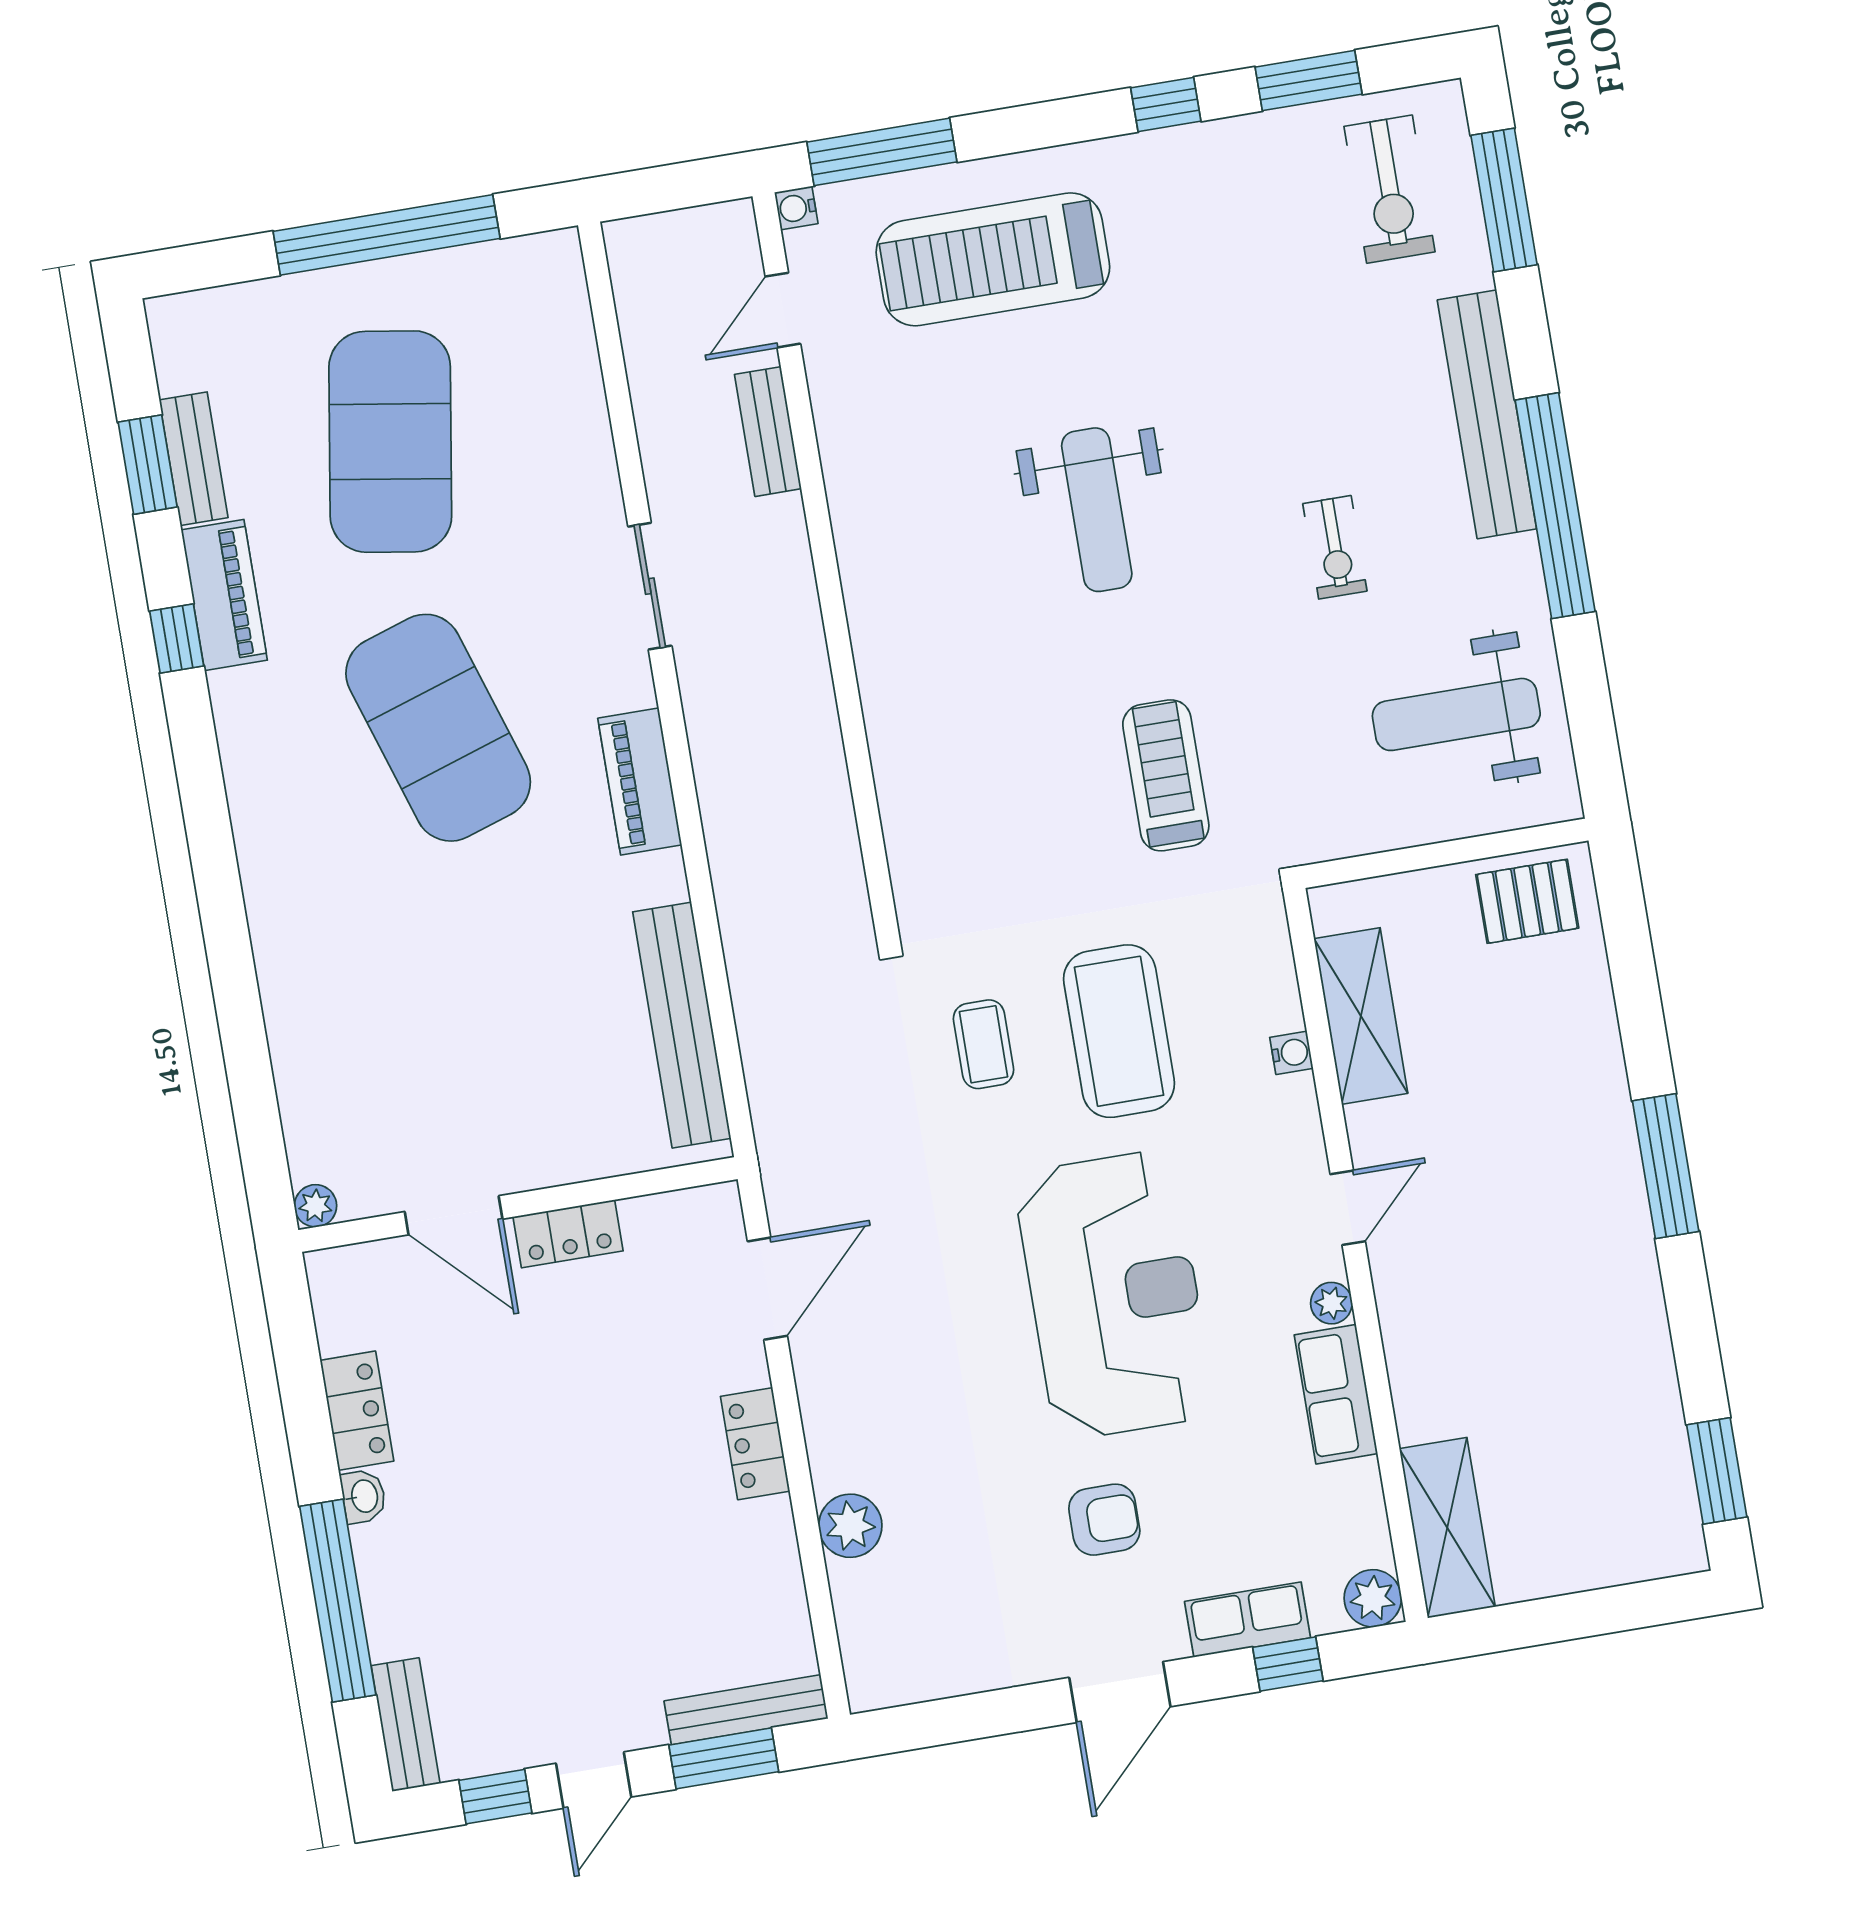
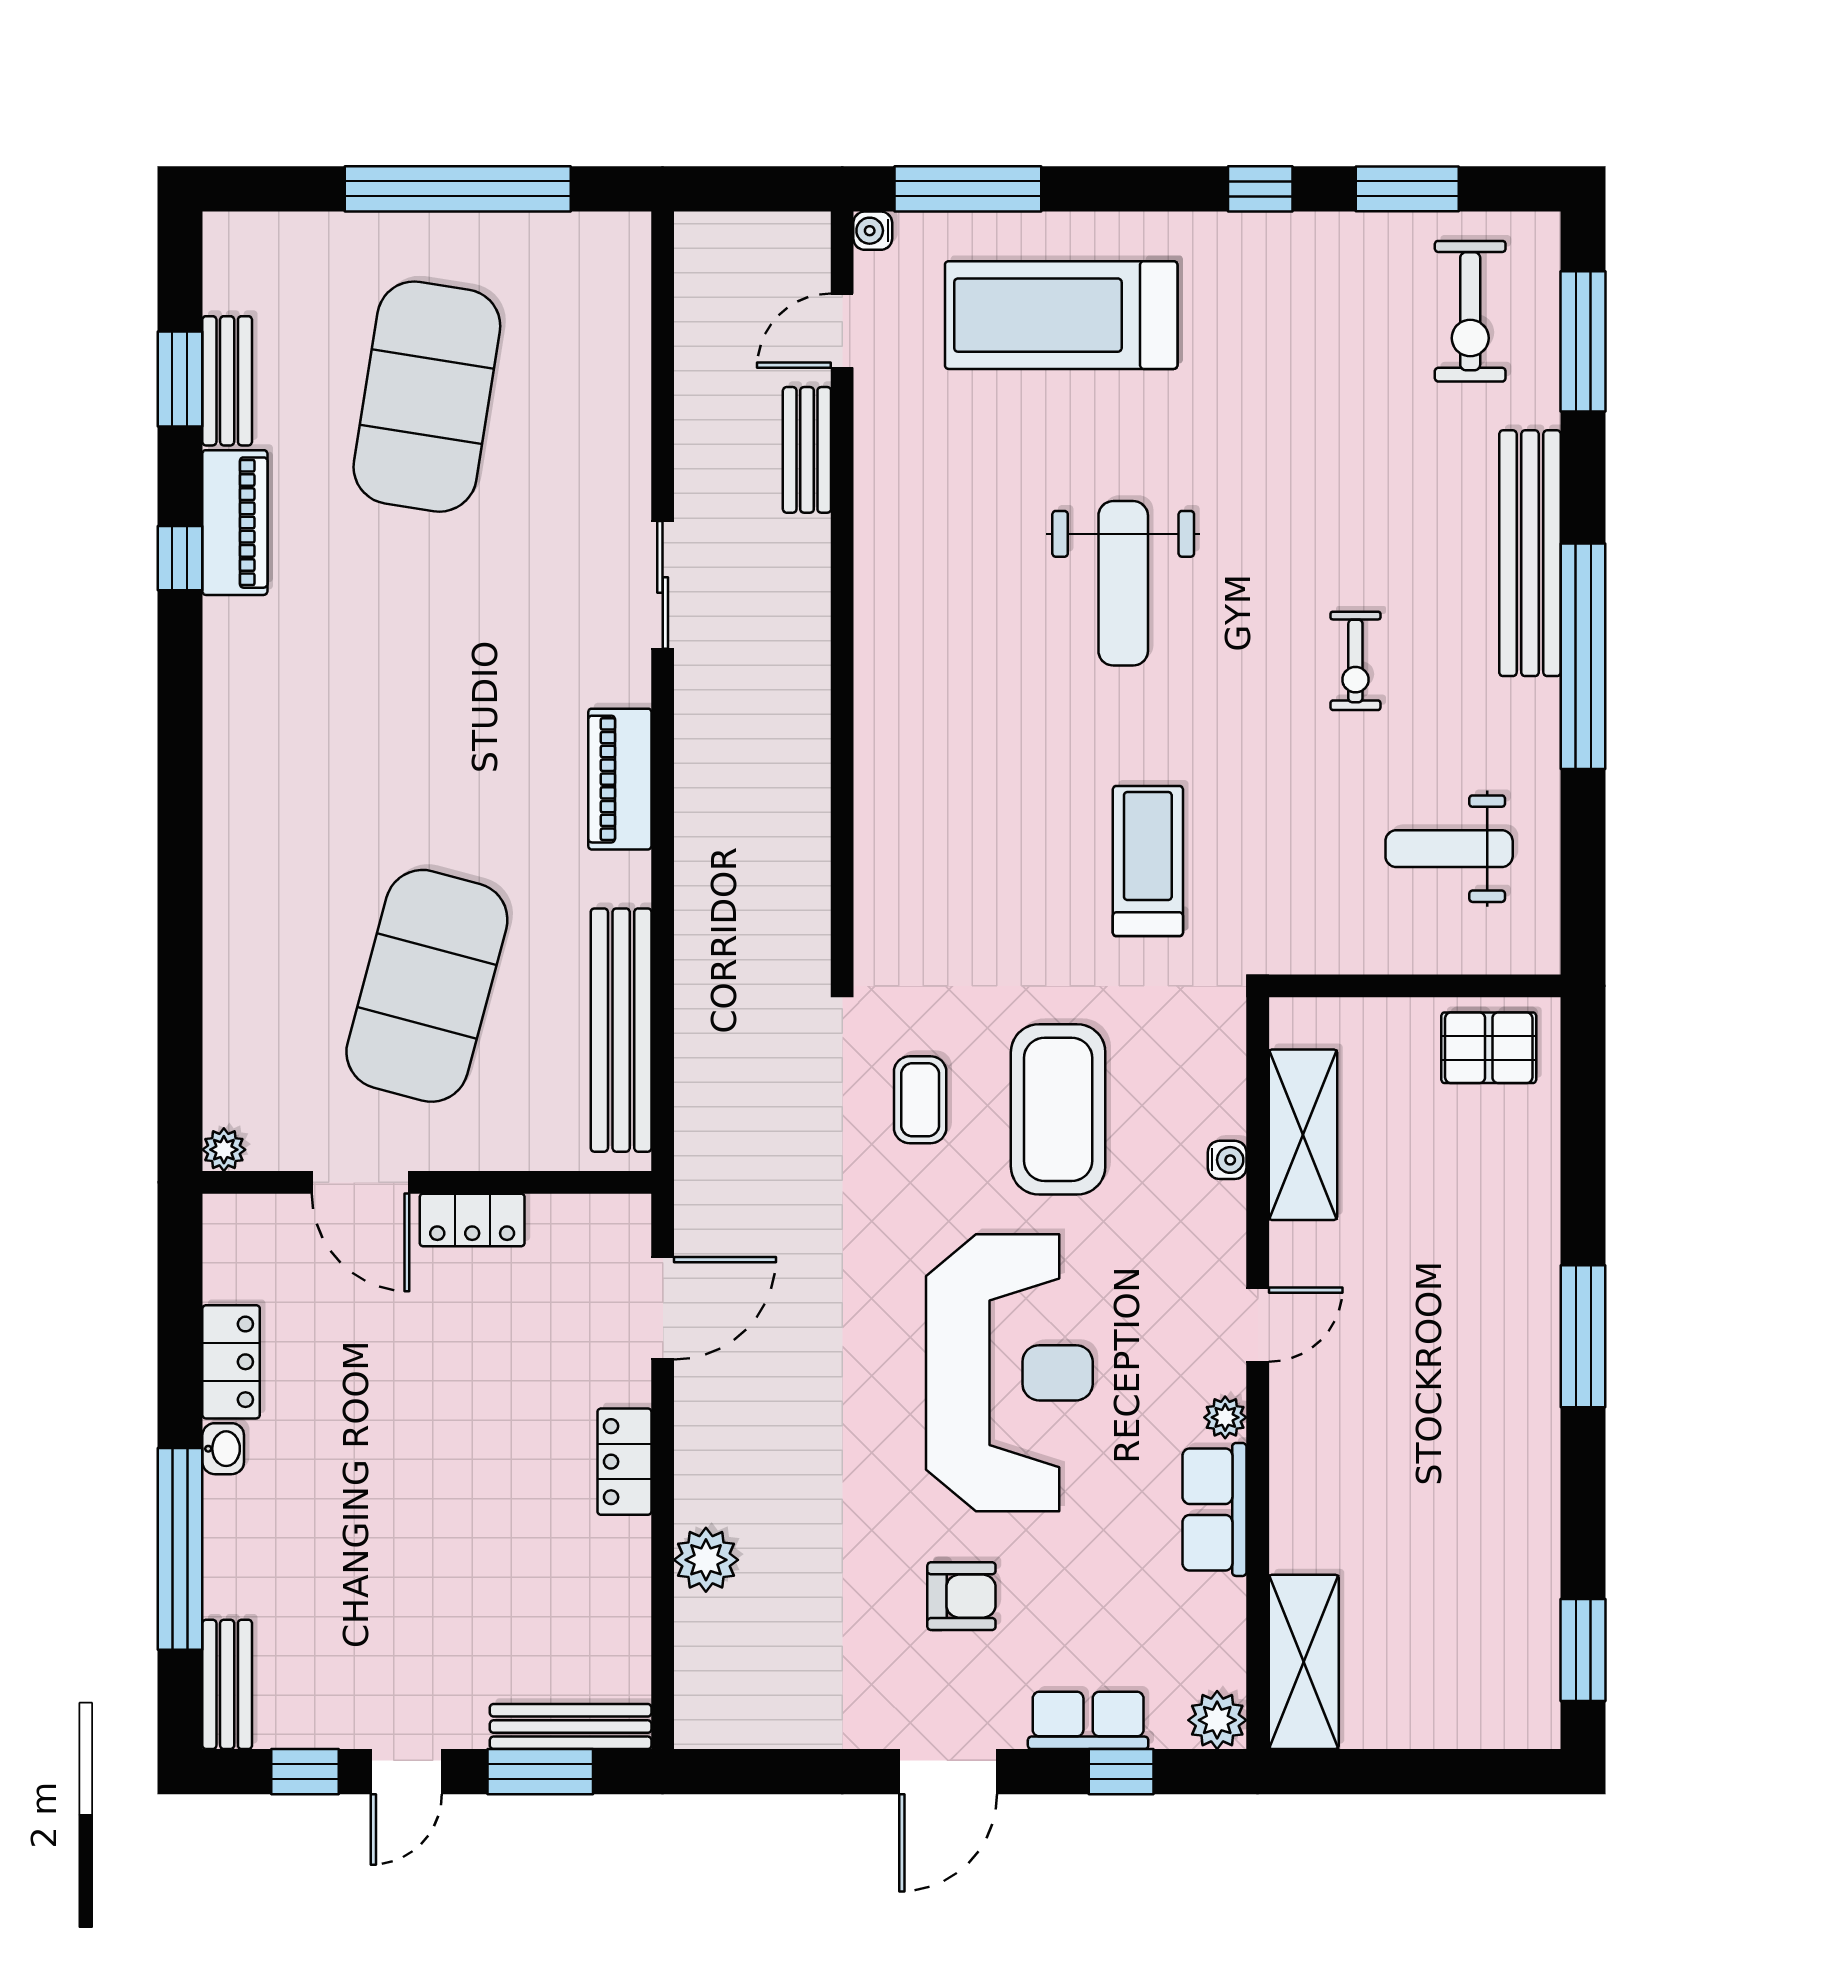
weight bench: (1456, 714) -> (1449, 849), width x0.73, depth x0.75
exercise mat: (438, 728) -> (427, 986), moved, turned 33

